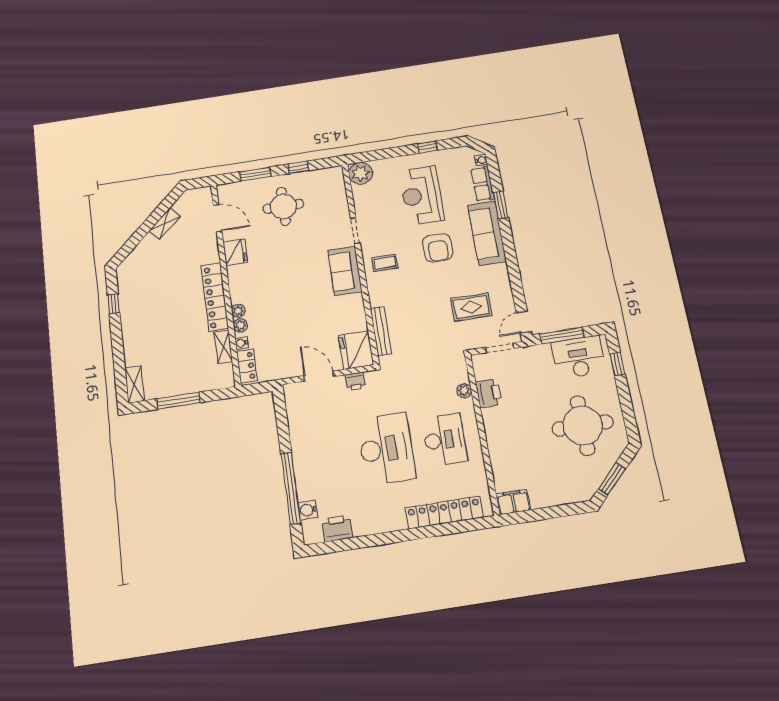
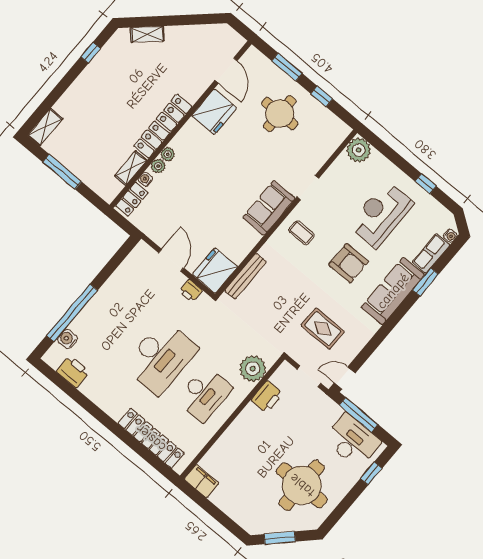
shelving: (165, 223) -> (147, 34), moved
armchair: (438, 248) -> (349, 263), turned -90
fridge: (235, 252) -> (214, 112), width x1.36, depth x1.34
plant: (464, 391) -> (253, 369), width x1.87, depth x1.87

